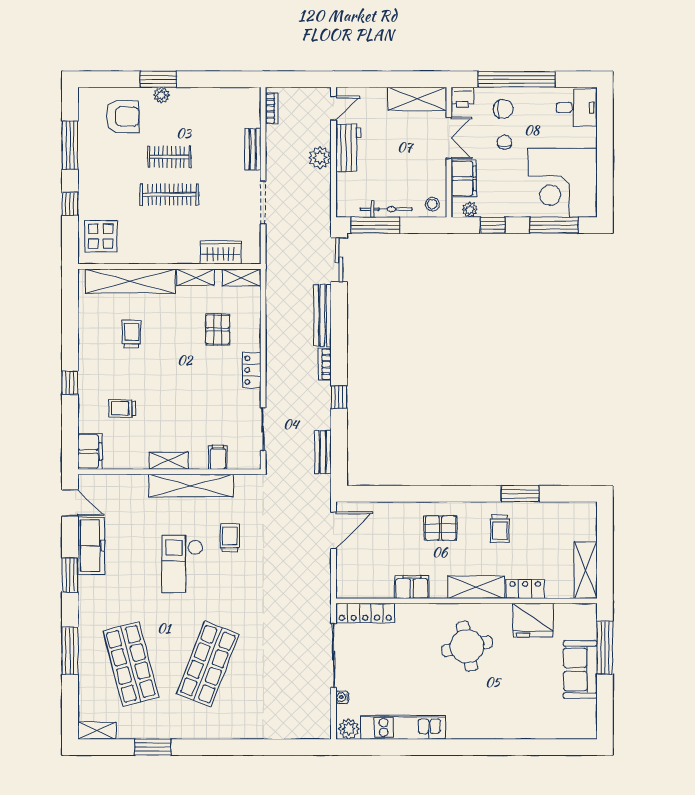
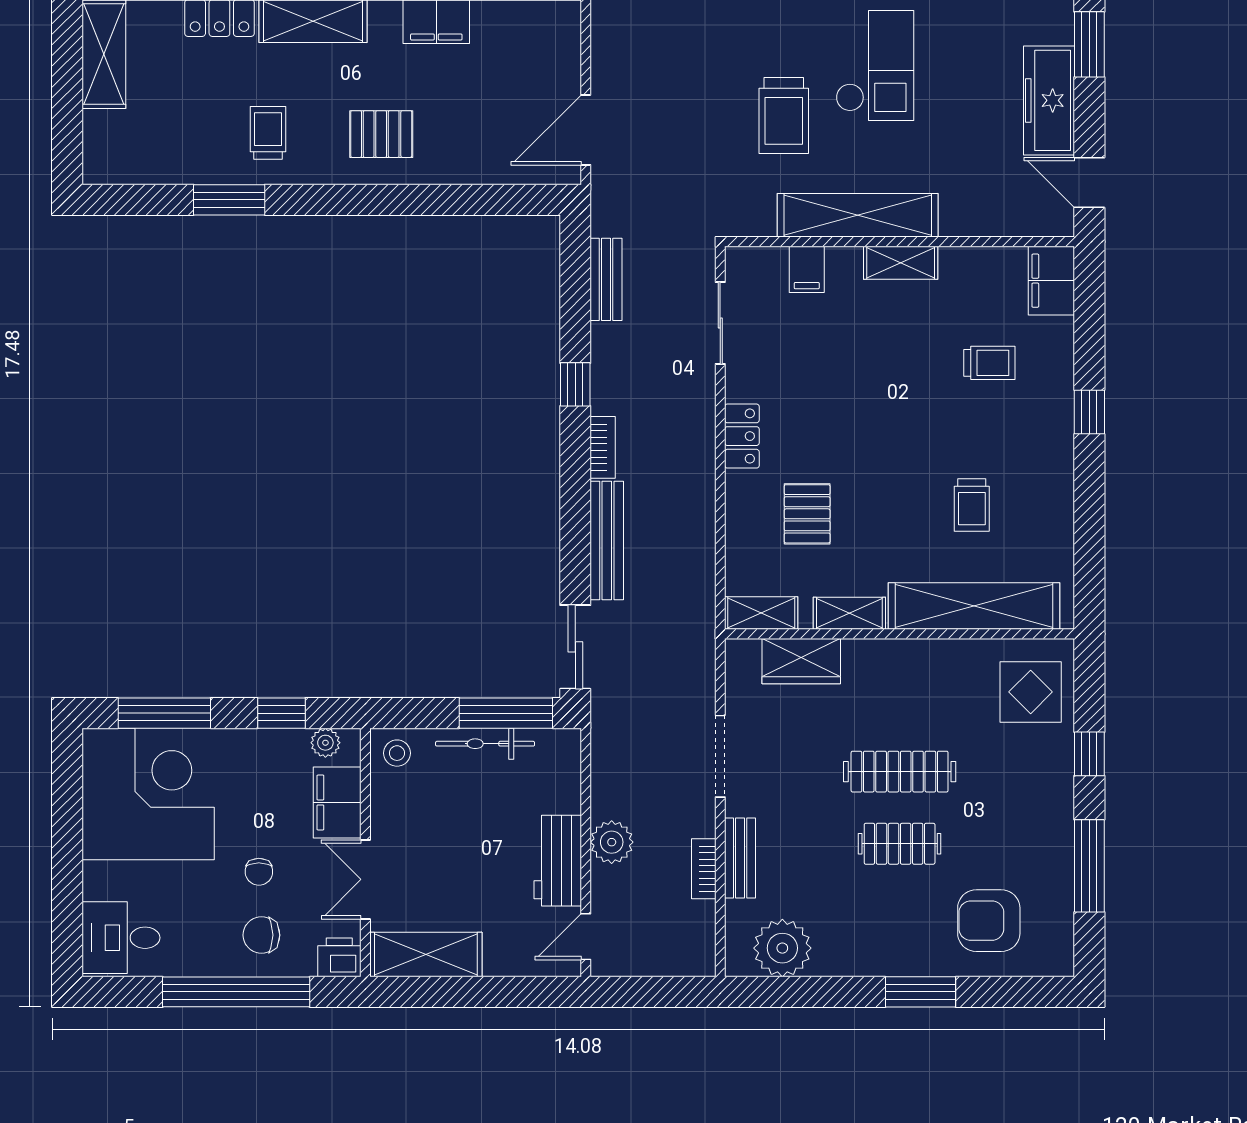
plant: (162, 95) -> (782, 948), moved, width x1.87, depth x1.87
bookcase: (272, 108) -> (704, 869), moved
trolley: (230, 538) -> (784, 116), width x1.36, depth x1.39

